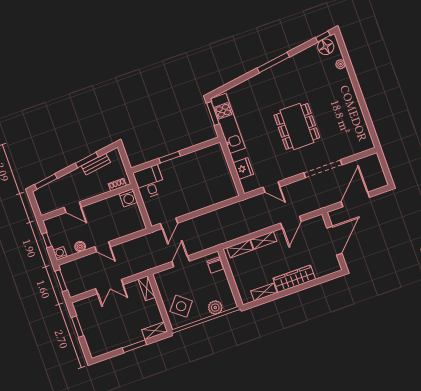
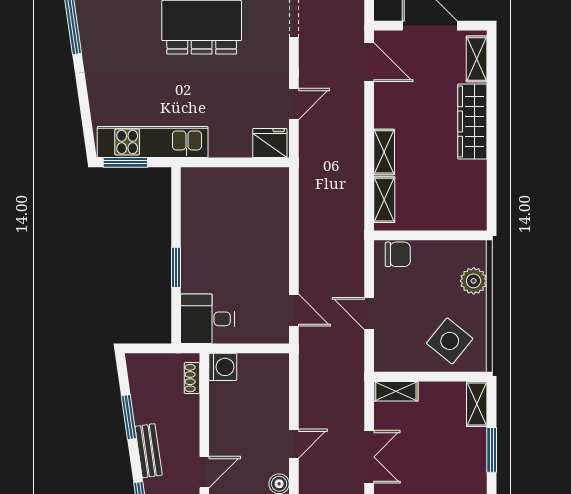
bench: (96, 164) -> (149, 451), moved
fridge: (243, 169) -> (270, 143), moved
door: (291, 222) -> (369, 62), moved
shelving: (264, 292) -> (477, 59), moved

